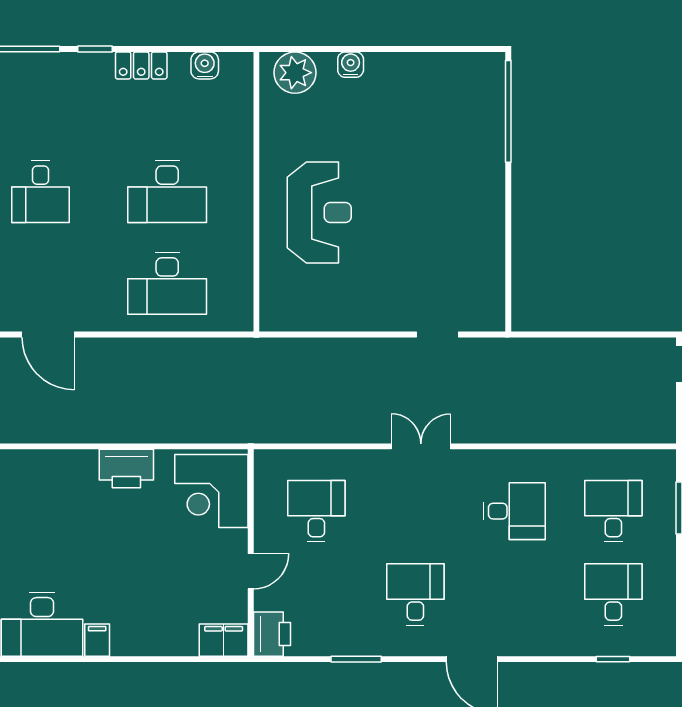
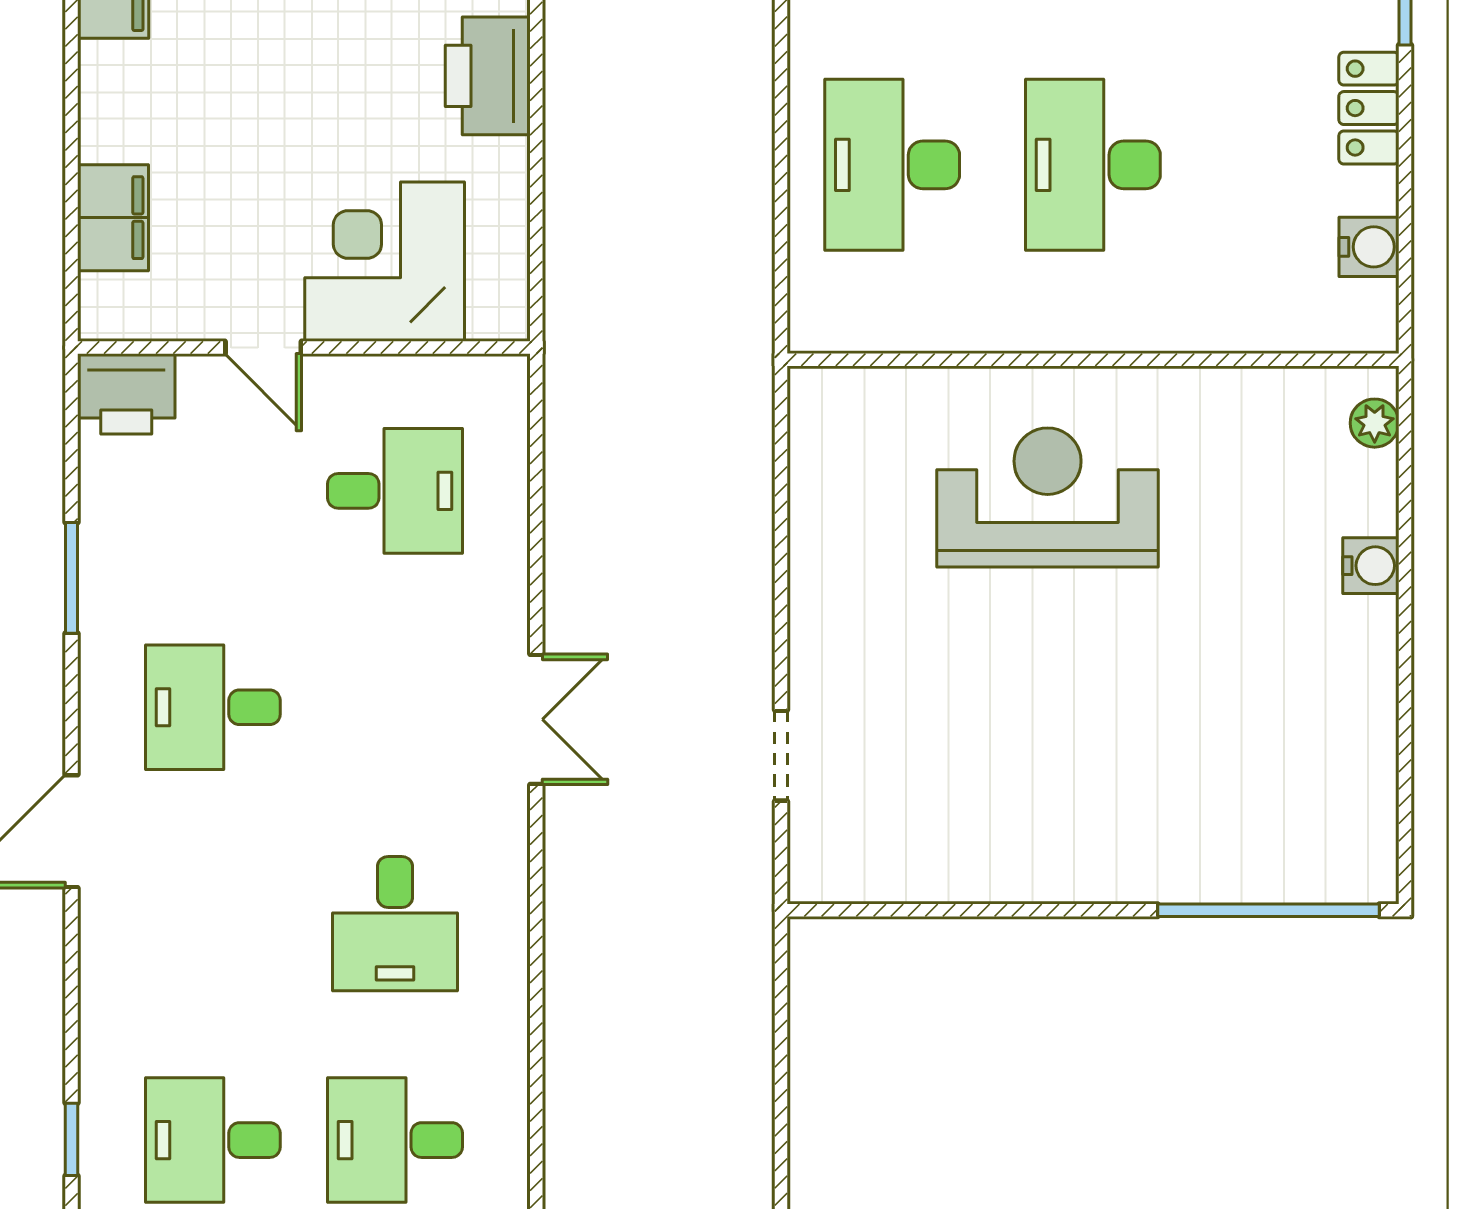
plant: (295, 73) -> (1375, 423), width x0.53, depth x0.53
reception desk: (319, 213) -> (1048, 497), turned 180
corner desk: (211, 491) -> (385, 262), moved
desk: (613, 511) -> (395, 1140), turned 180
desk: (415, 594) -> (213, 707), turned 180
desk: (613, 594) -> (213, 1140), turned 180
filing cabinet: (224, 640) -> (113, 218), moved

